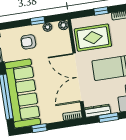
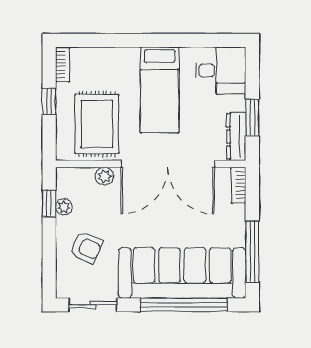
window: (38, 21) -> (49, 203), moved
plant: (63, 25) -> (104, 176), moved
armchair: (28, 42) -> (86, 247), turned -67
window: (39, 128) -> (252, 252), width x2.17

